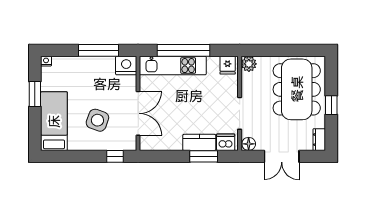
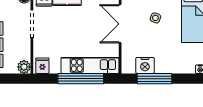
nightstand: (126, 66) -> (145, 65), moved
side table: (97, 120) -> (155, 18), width x0.54, depth x0.54

